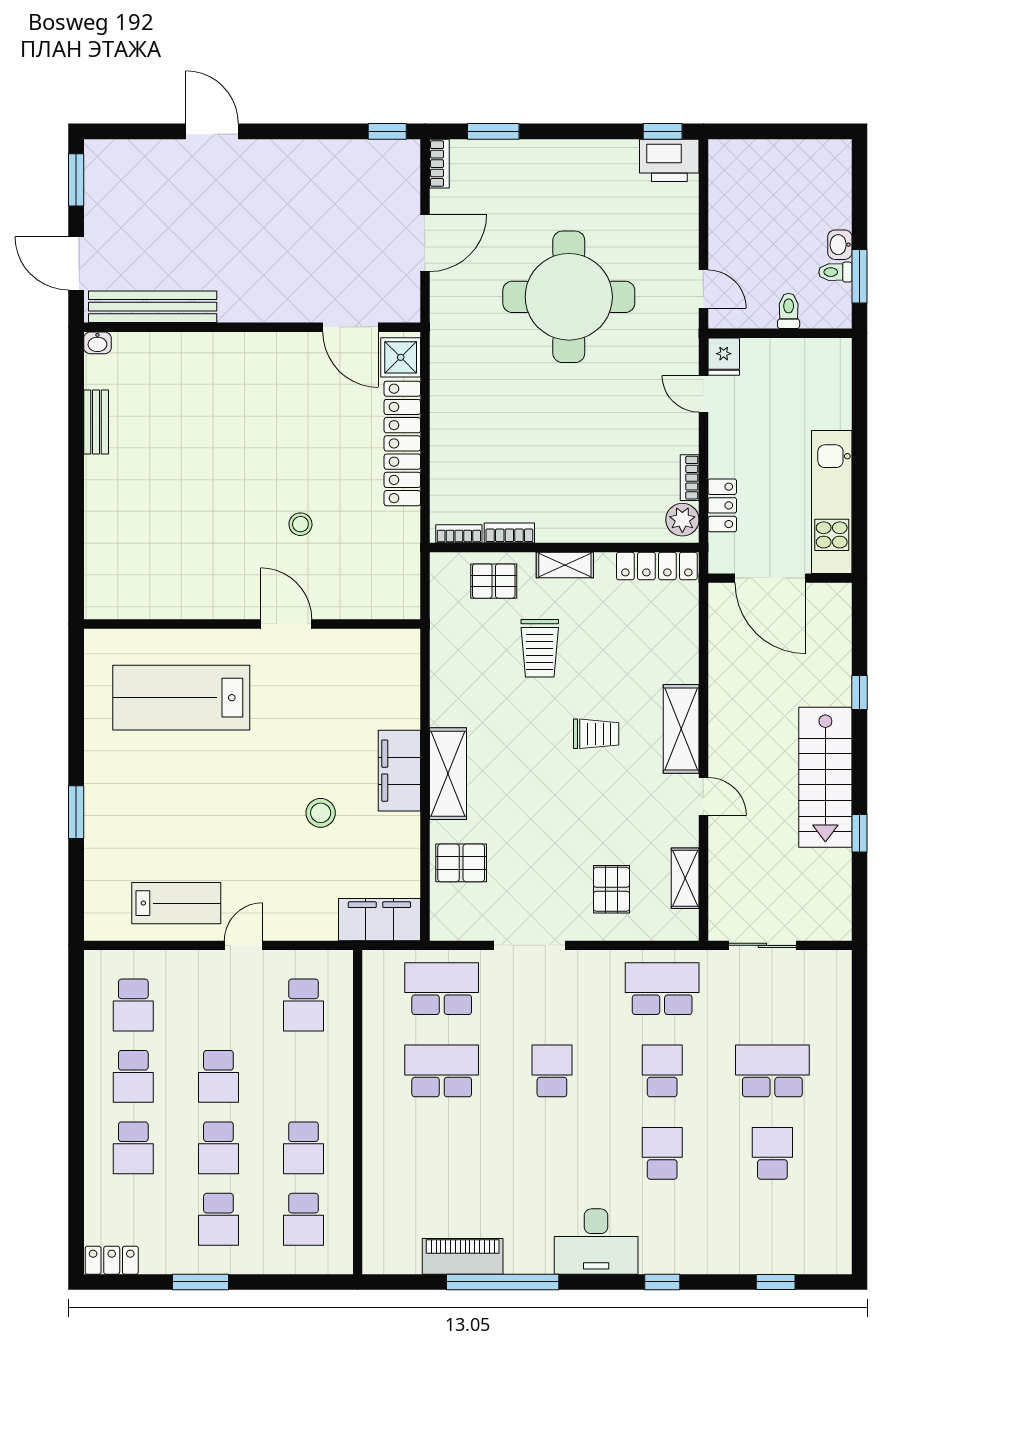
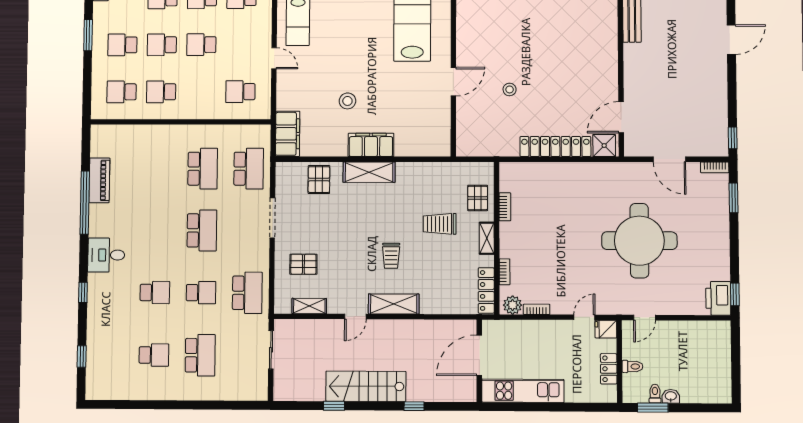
locker: (722, 505) -> (609, 369), moved, turned 90
bookcase: (459, 534) -> (505, 272), moved
school desk: (552, 1071) -> (202, 230), width x1.85
desk: (596, 1242) -> (106, 255), width x0.73

